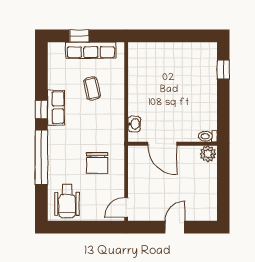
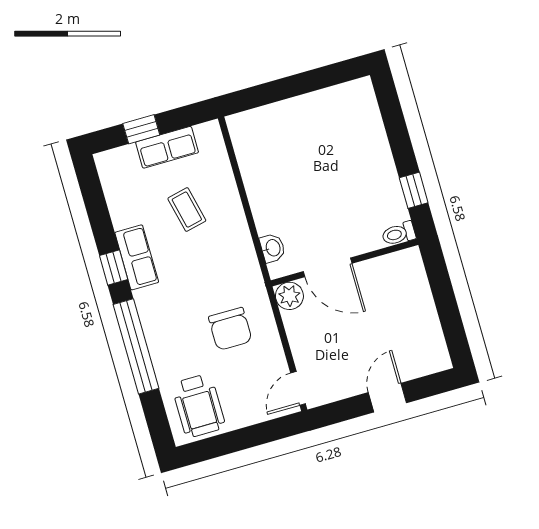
row of seats: (91, 50) -> (167, 147), width x0.68
window: (223, 70) -> (414, 190), moved
plant: (208, 154) -> (289, 296), moved

